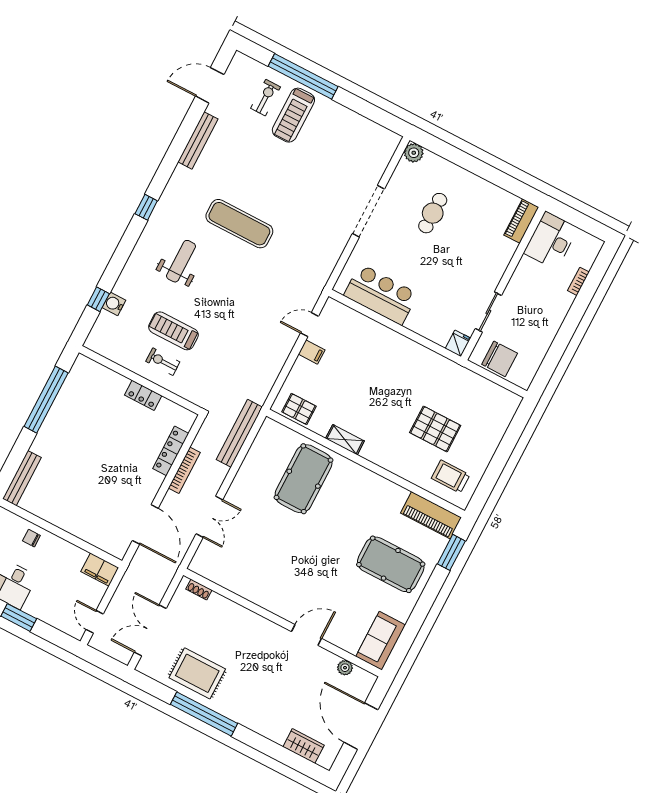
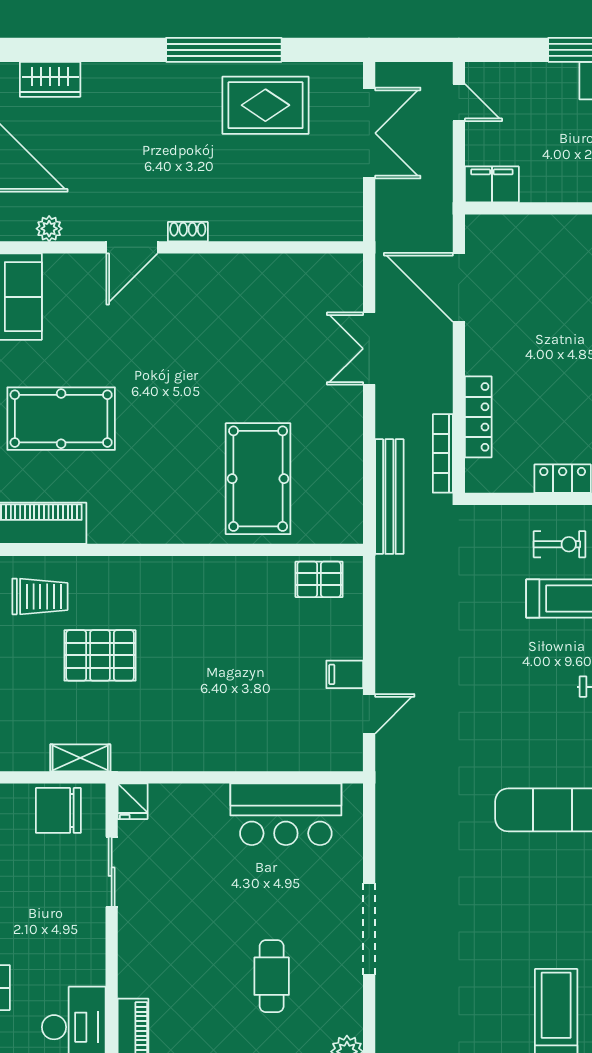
shelving: (345, 440) -> (80, 758), moved
bookcase: (184, 470) -> (443, 453), moved
shoe rack: (199, 590) -> (188, 232), moved

